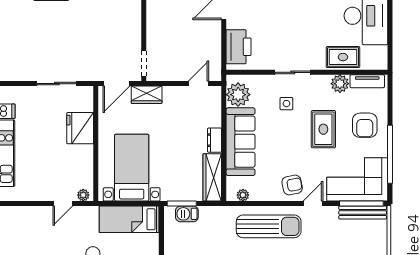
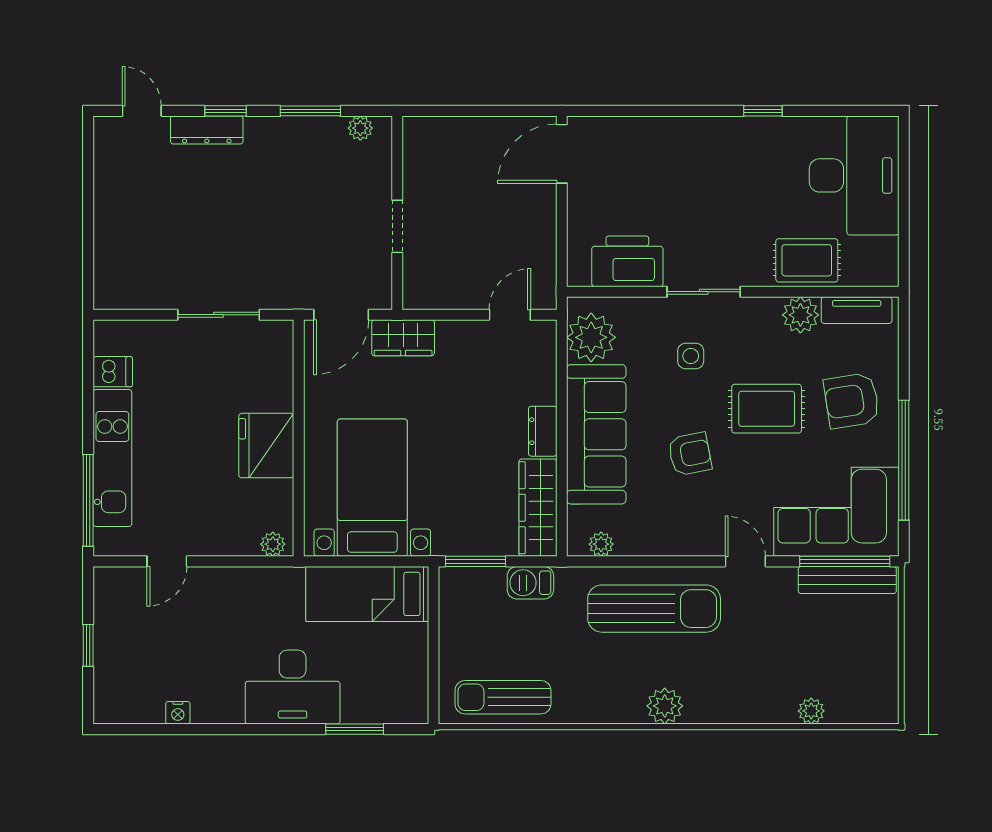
printer: (239, 47) -> (627, 261), moved, turned -90
doorway: (144, 64) -> (397, 226), moved
armchair: (365, 125) -> (852, 401), turned 81
fridge: (80, 128) -> (266, 446), moved
rug: (323, 129) -> (767, 409), turned 90
armchair: (292, 185) -> (690, 454), moved
door: (63, 203) -> (167, 561), moved
door: (313, 203) -> (745, 561), hinge flipped
barbecue: (187, 214) -> (530, 583), moved

